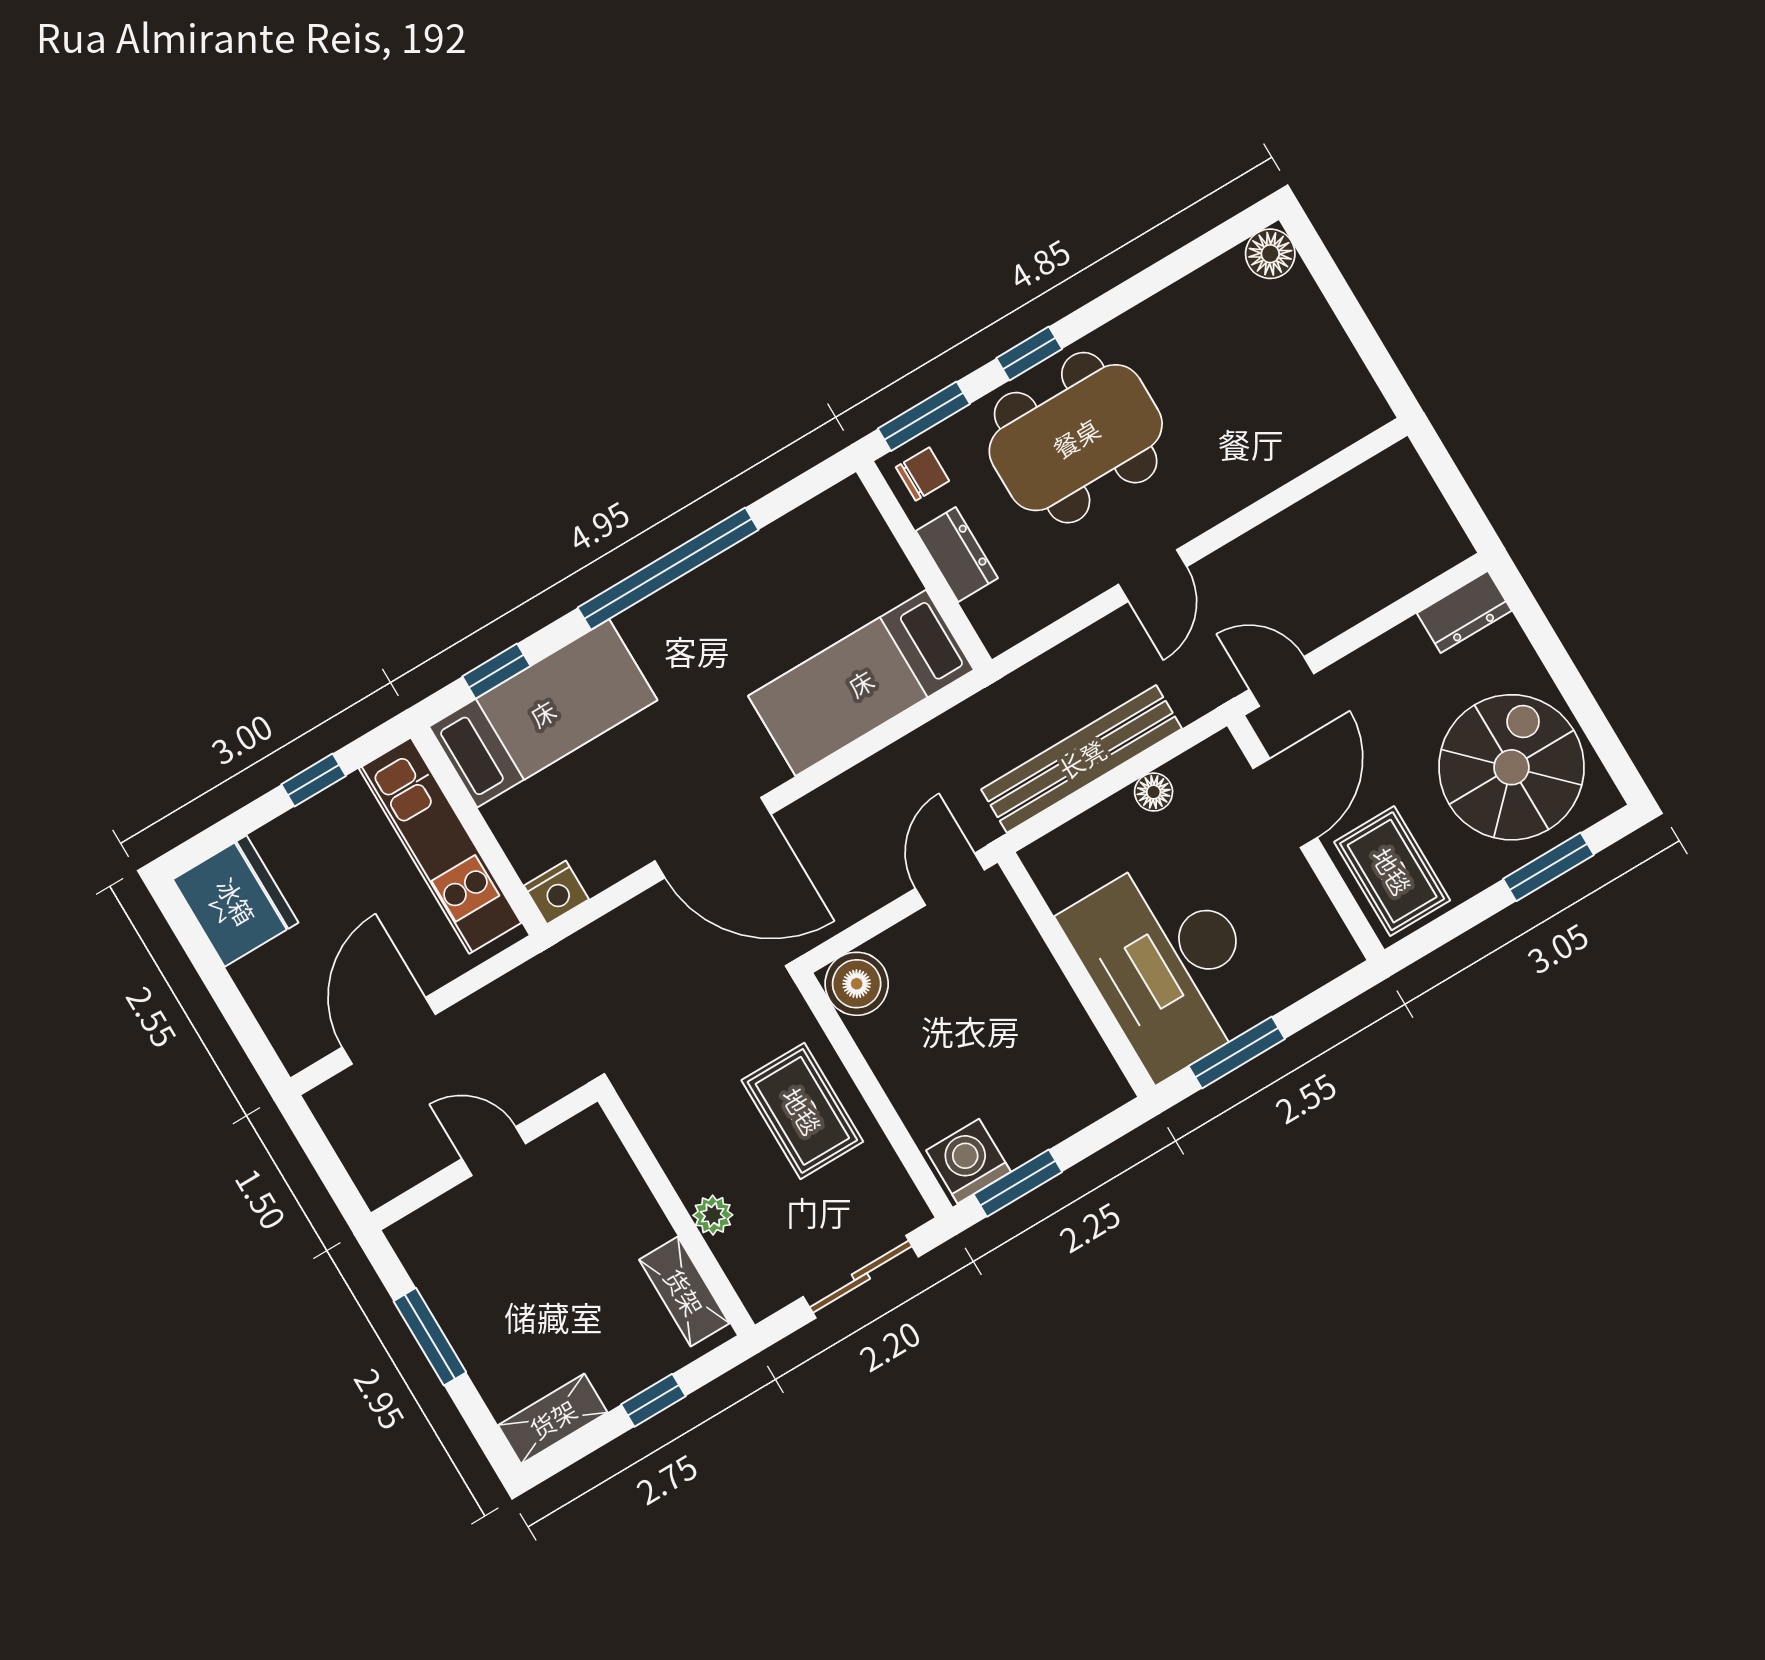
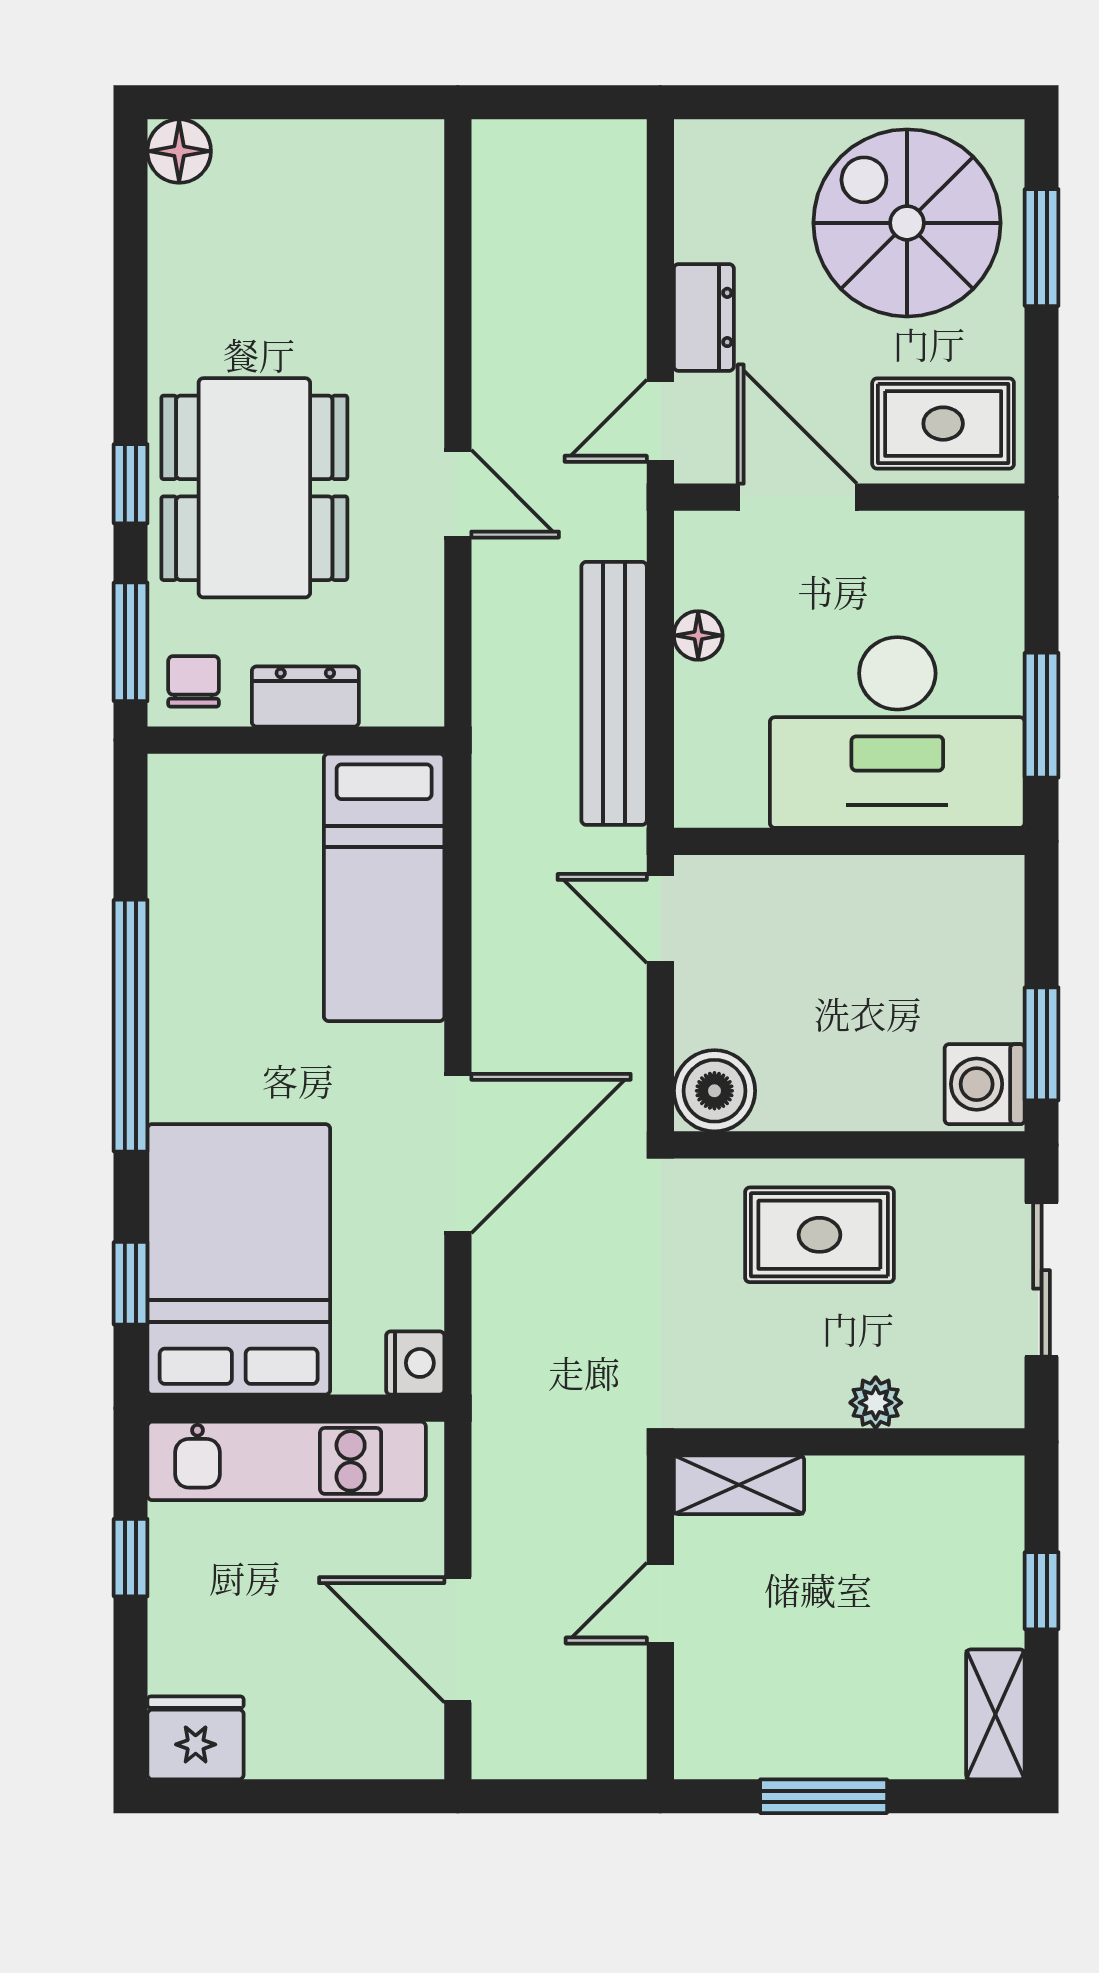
dresser: (1464, 612) -> (704, 317), moved
bed: (543, 713) -> (239, 1259), width x1.50
fridge: (236, 901) -> (196, 1738), width x0.73, depth x0.75
shelving: (684, 1292) -> (739, 1485), moved

